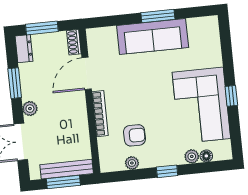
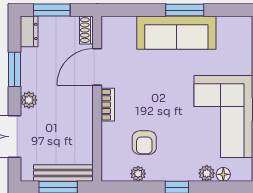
bookcase: (100, 114) -> (108, 105), width x0.64
armchair: (135, 135) -> (144, 143), turned 90

